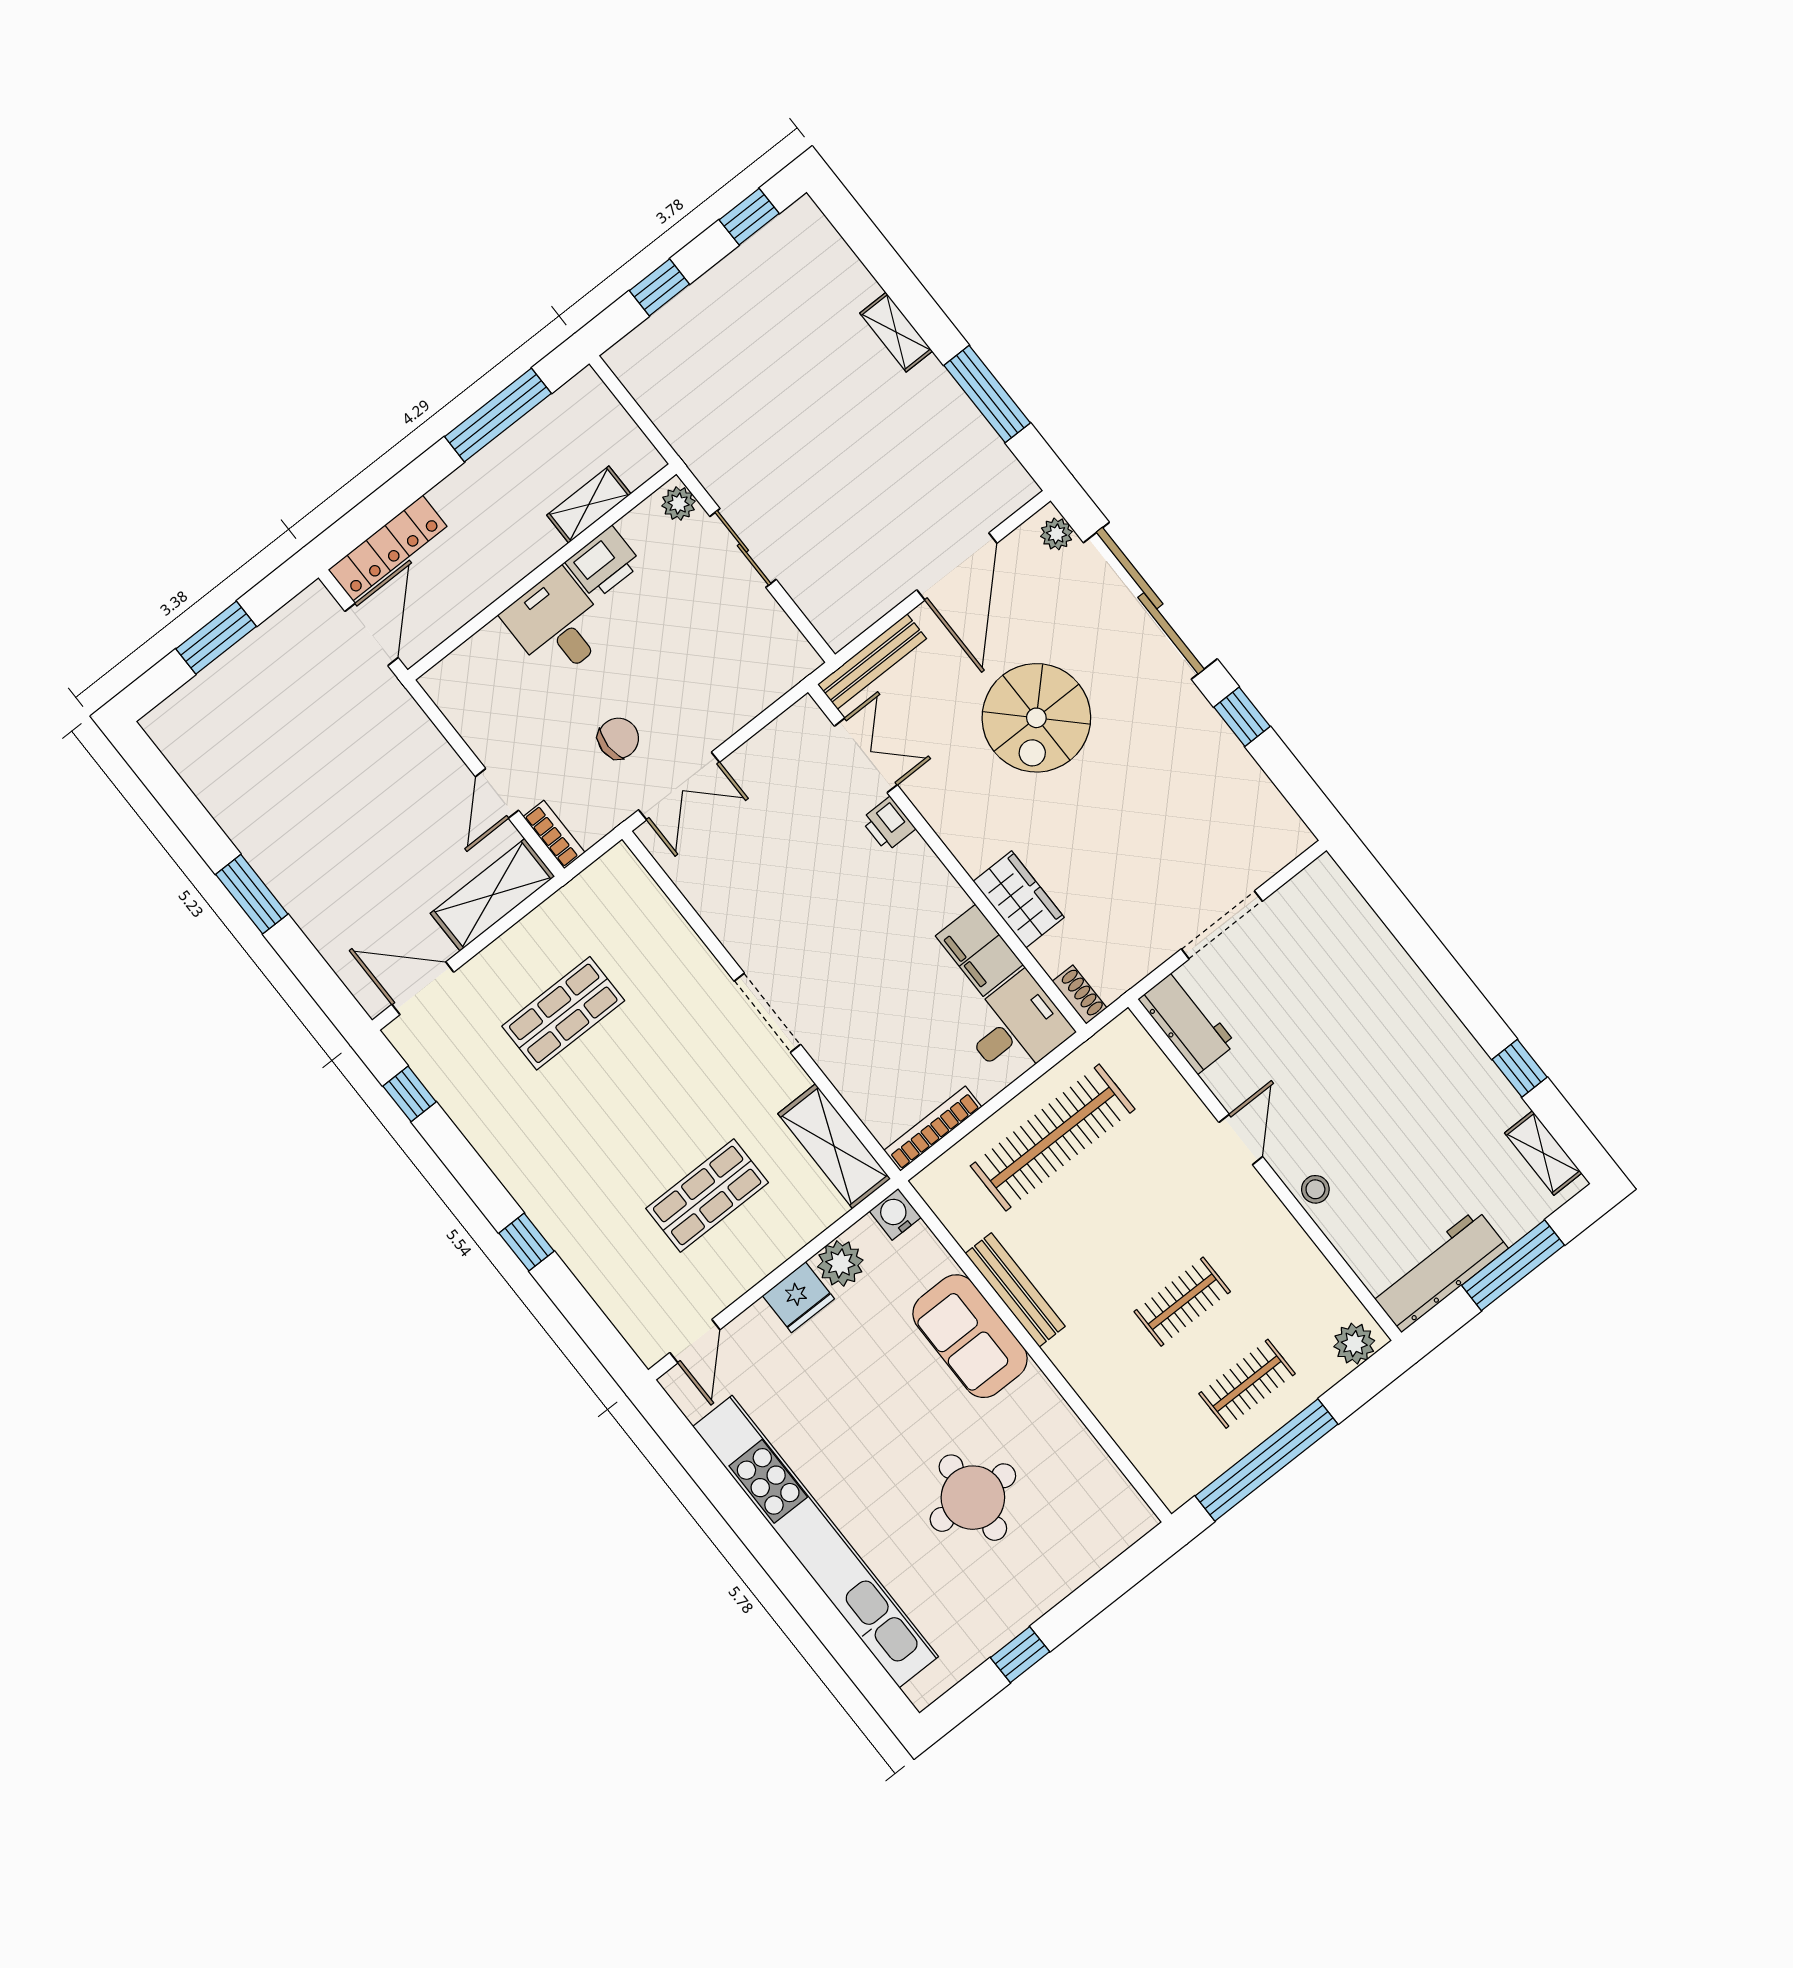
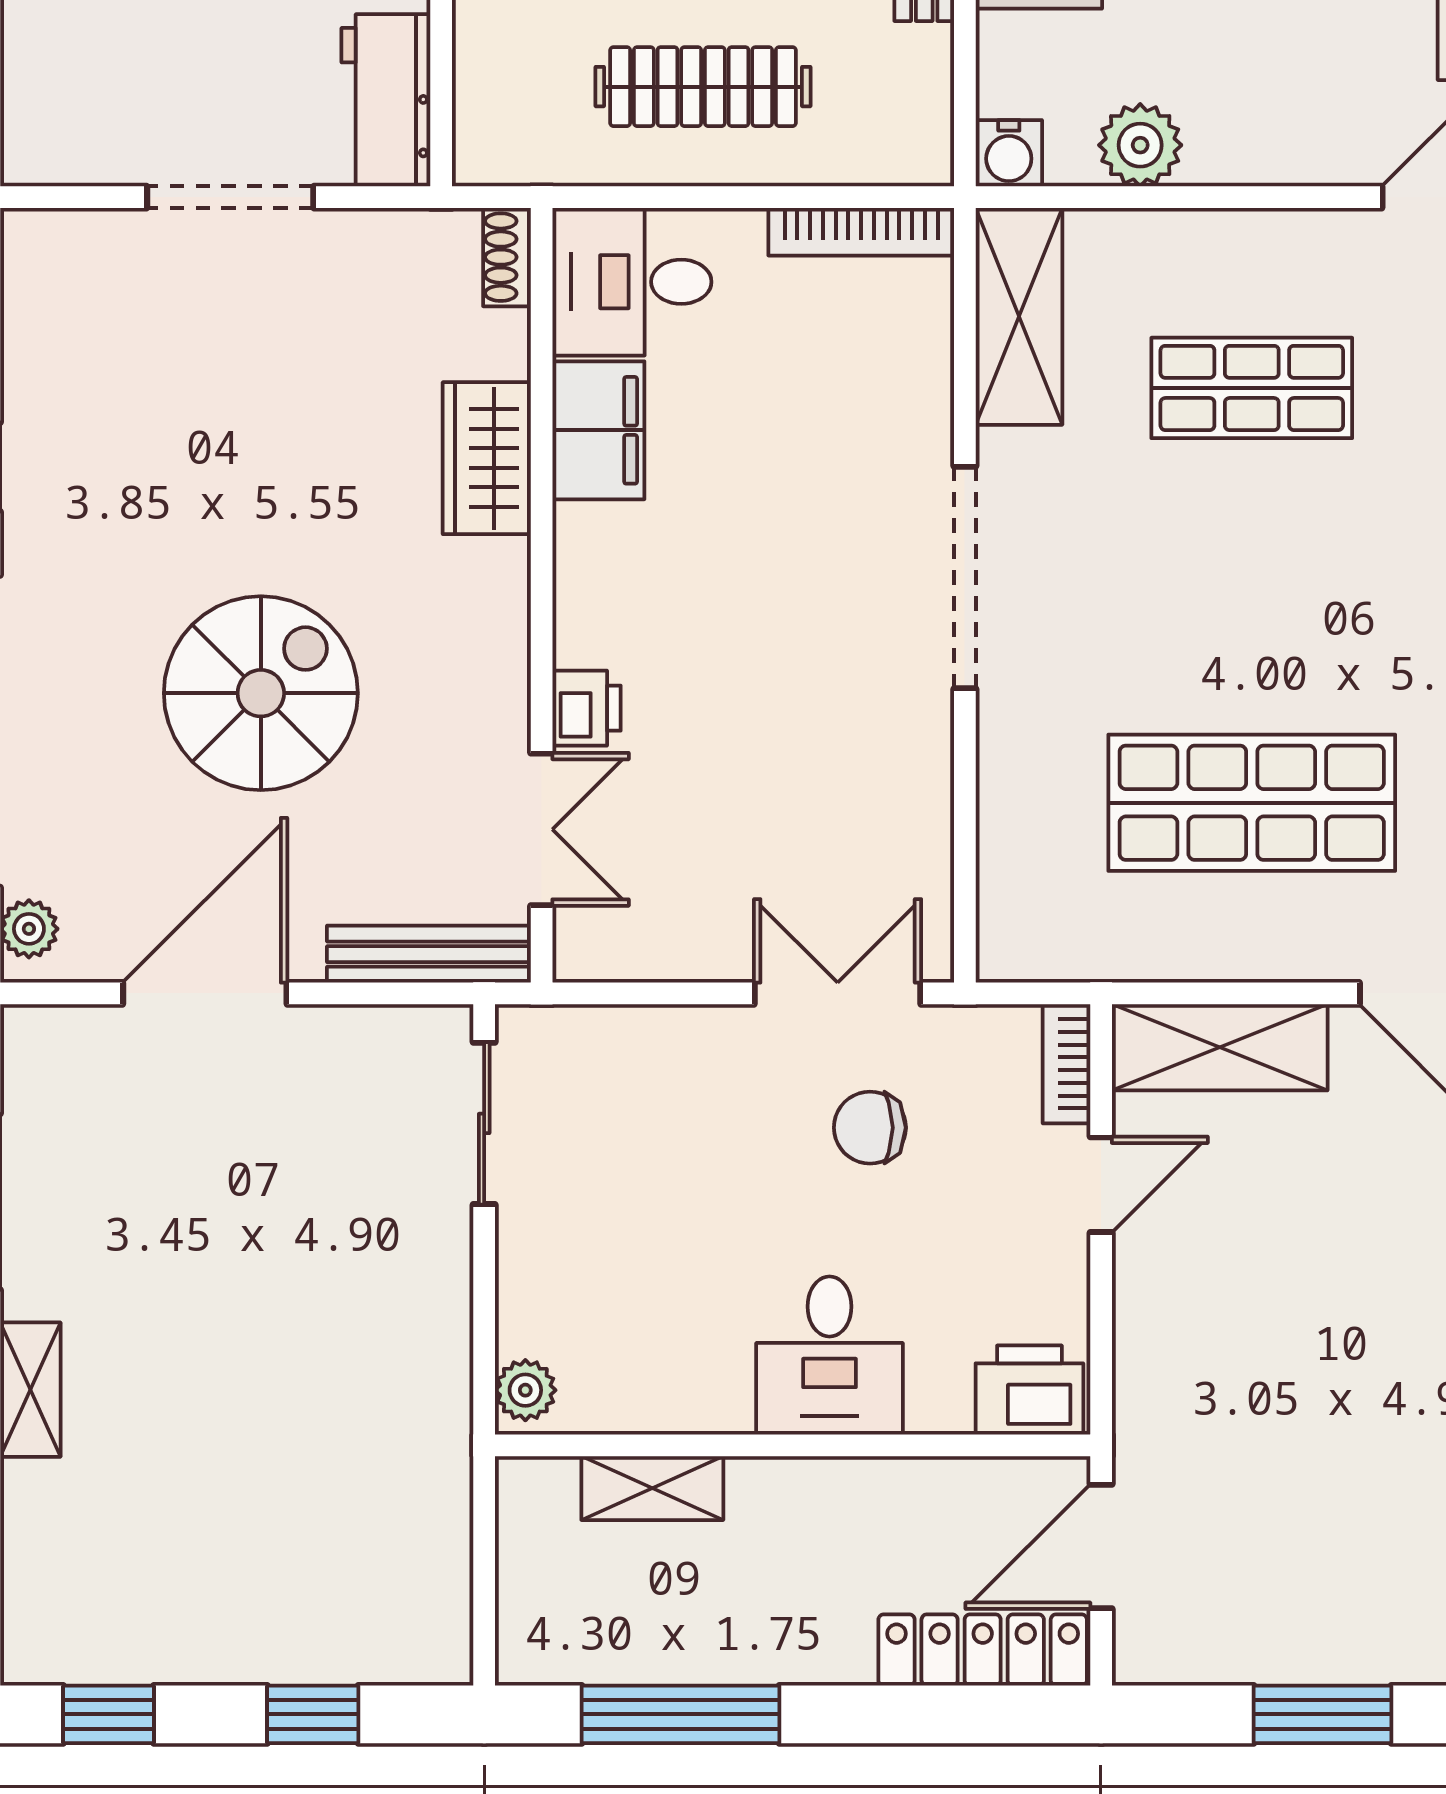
sliding door: (743, 548) -> (484, 1123), moved
printer: (603, 563) -> (1029, 1390), moved
double door: (866, 755) -> (542, 829), swing flipped
shop shelf: (563, 1013) -> (1252, 803), width x1.43, depth x1.36
doorway: (767, 1013) -> (965, 577), width x1.36
clothes rail: (1053, 1138) -> (703, 87), width x0.73, depth x0.76
fridge: (798, 1297) -> (1236, 144), removed

